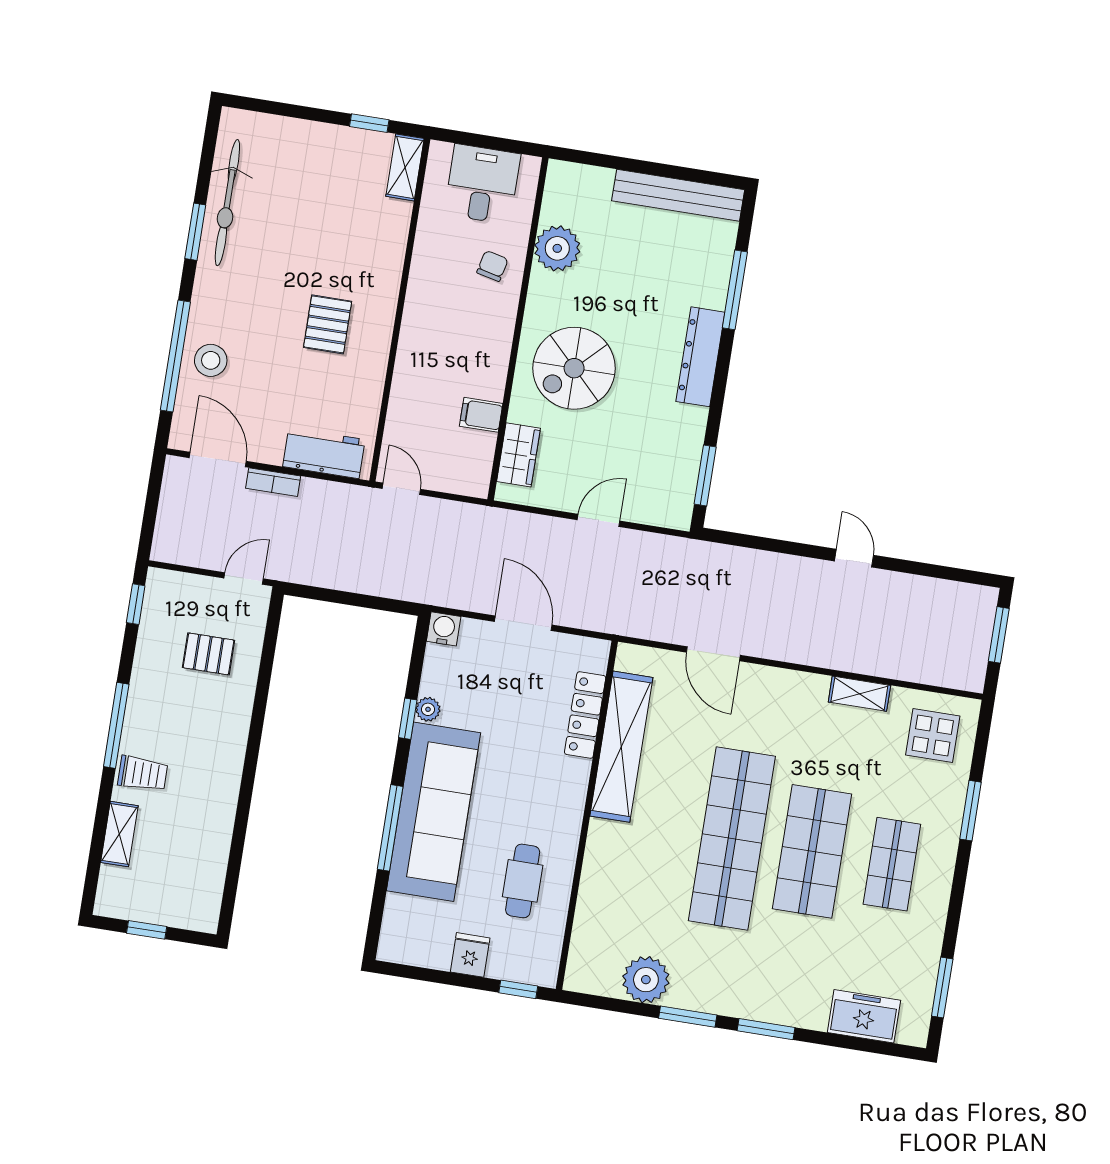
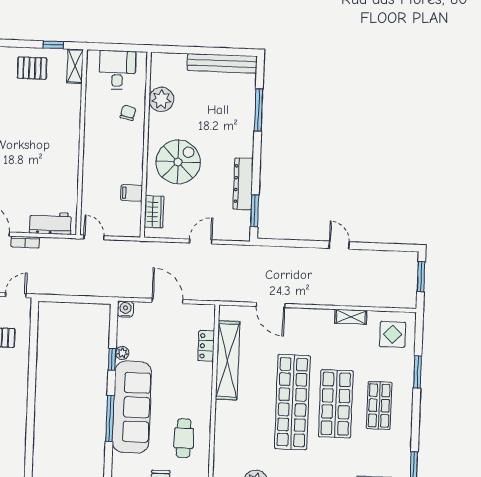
pallet: (328, 324) -> (32, 68), moved, turned 90
dresser: (700, 357) -> (243, 184), moved
spiral stairs: (574, 368) -> (178, 162), turned 180
locker: (585, 715) -> (206, 346), width x0.66

